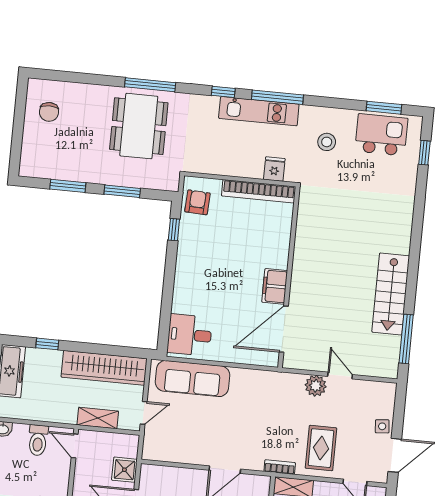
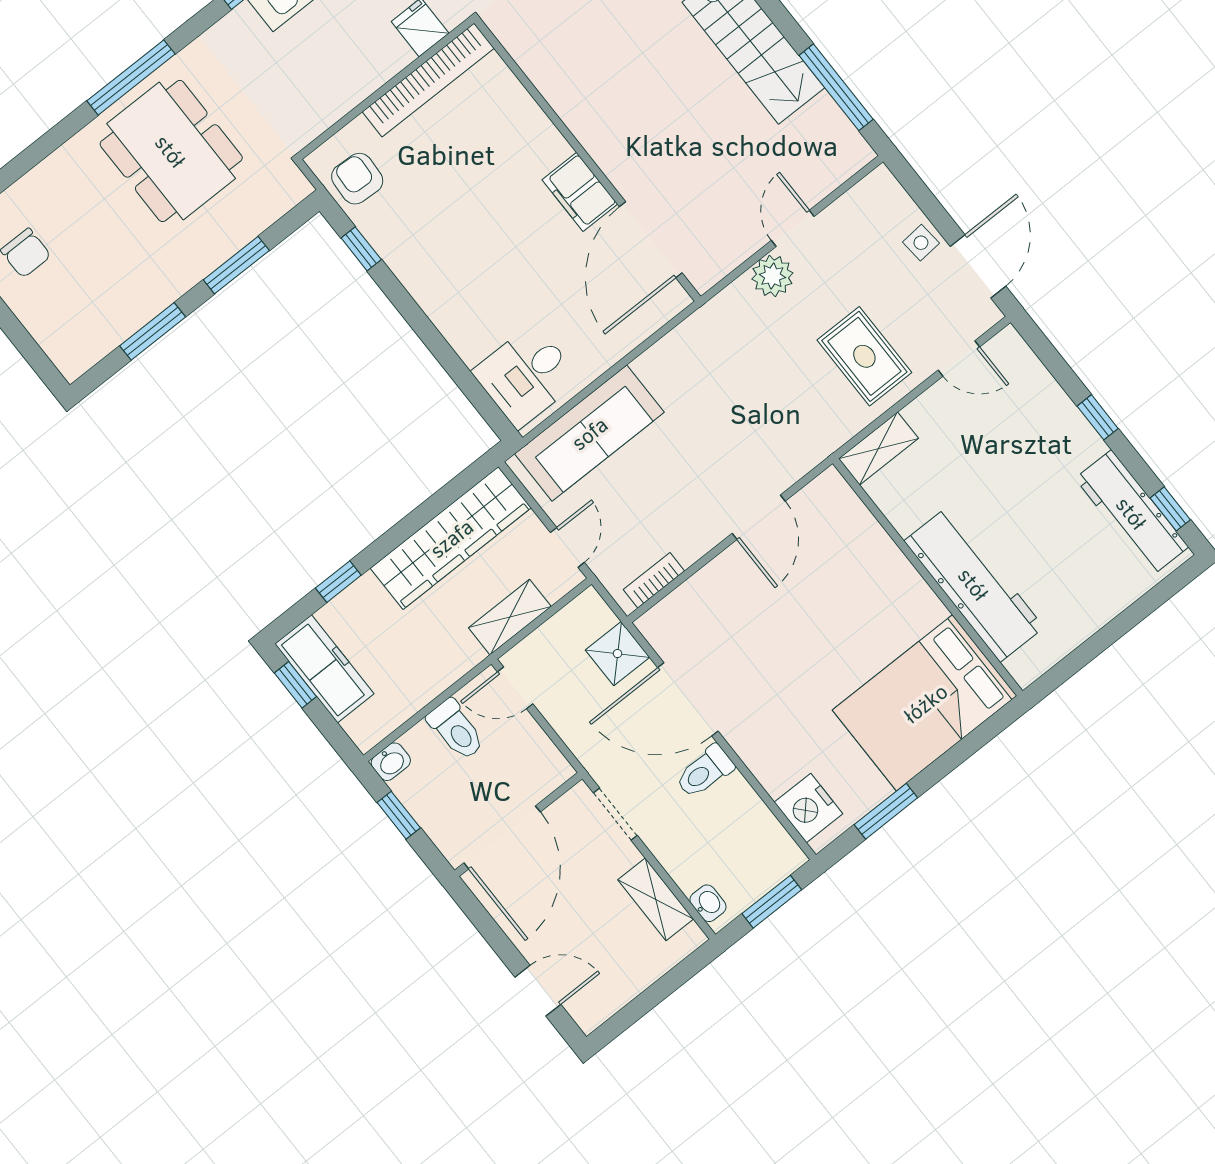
door: (340, 375) -> (793, 228), hinge flipped
bookcase: (280, 467) -> (654, 580), moved

